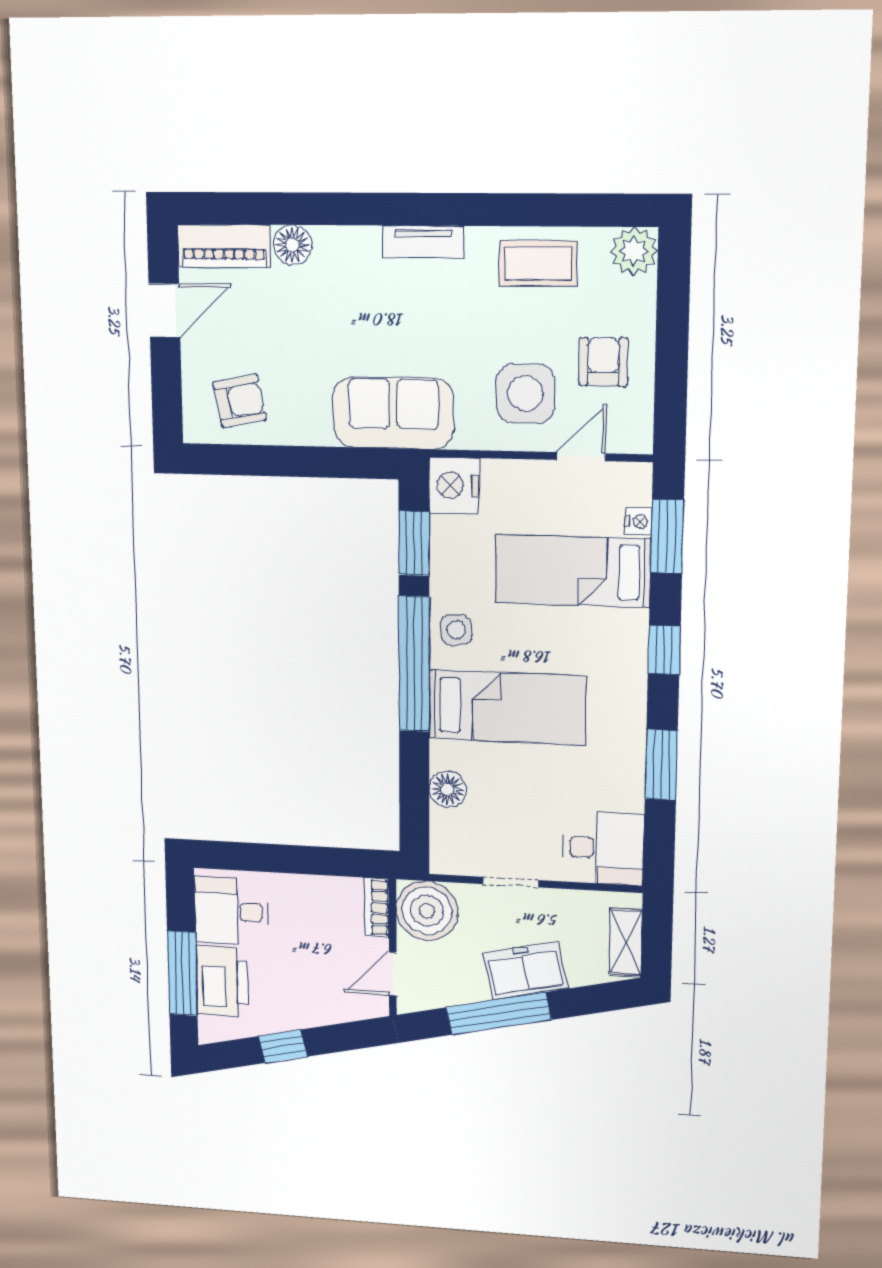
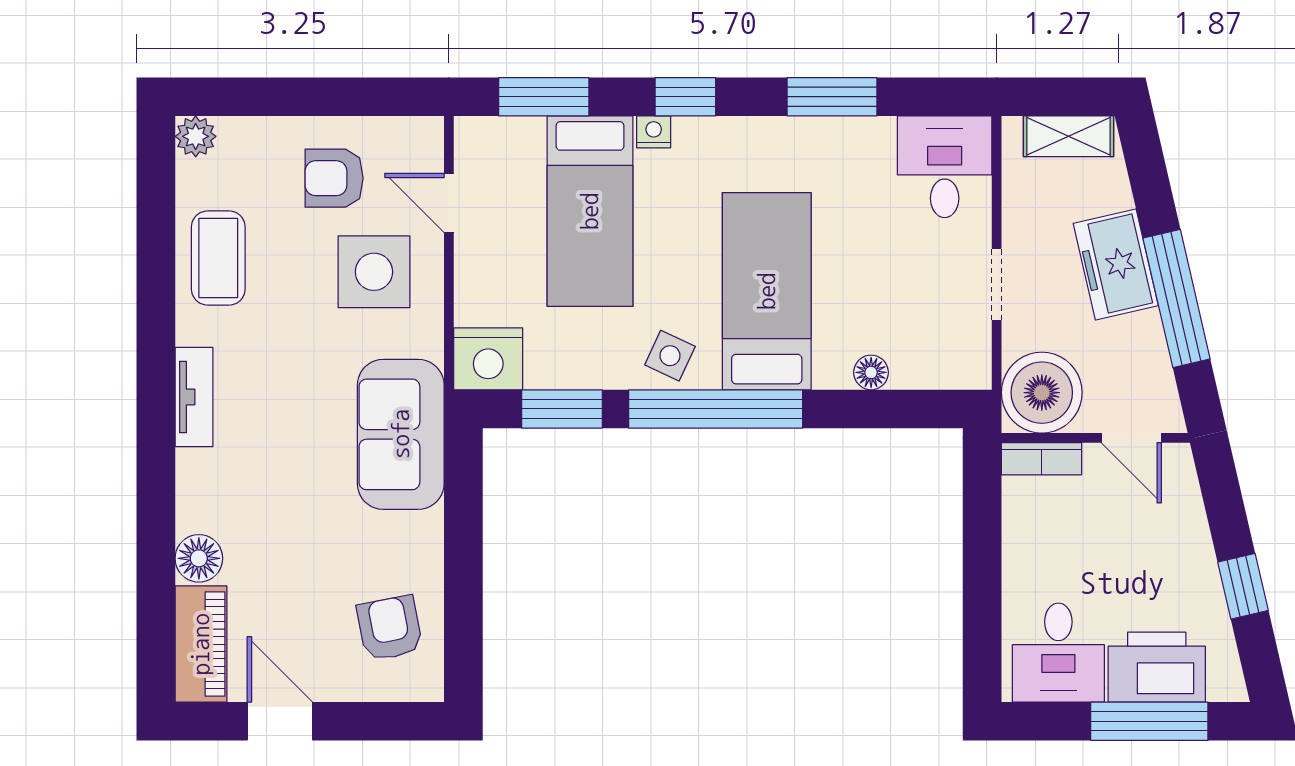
plant: (634, 251) -> (196, 136), width x0.73, depth x0.73
nightstand: (638, 521) -> (654, 132), moved
side table: (456, 630) -> (670, 356), turned 32
floor lamp: (448, 789) -> (871, 372), width x0.73, depth x0.73

